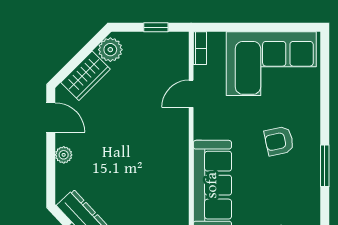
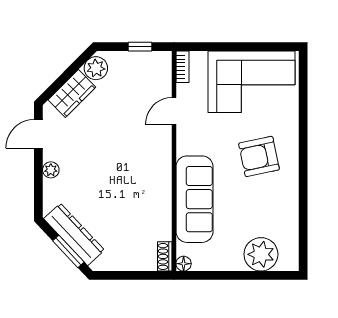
door: (51, 118) -> (38, 134), swing flipped
armchair: (279, 141) -> (259, 156), width x1.38, depth x1.38
window: (325, 166) -> (303, 180), removed

